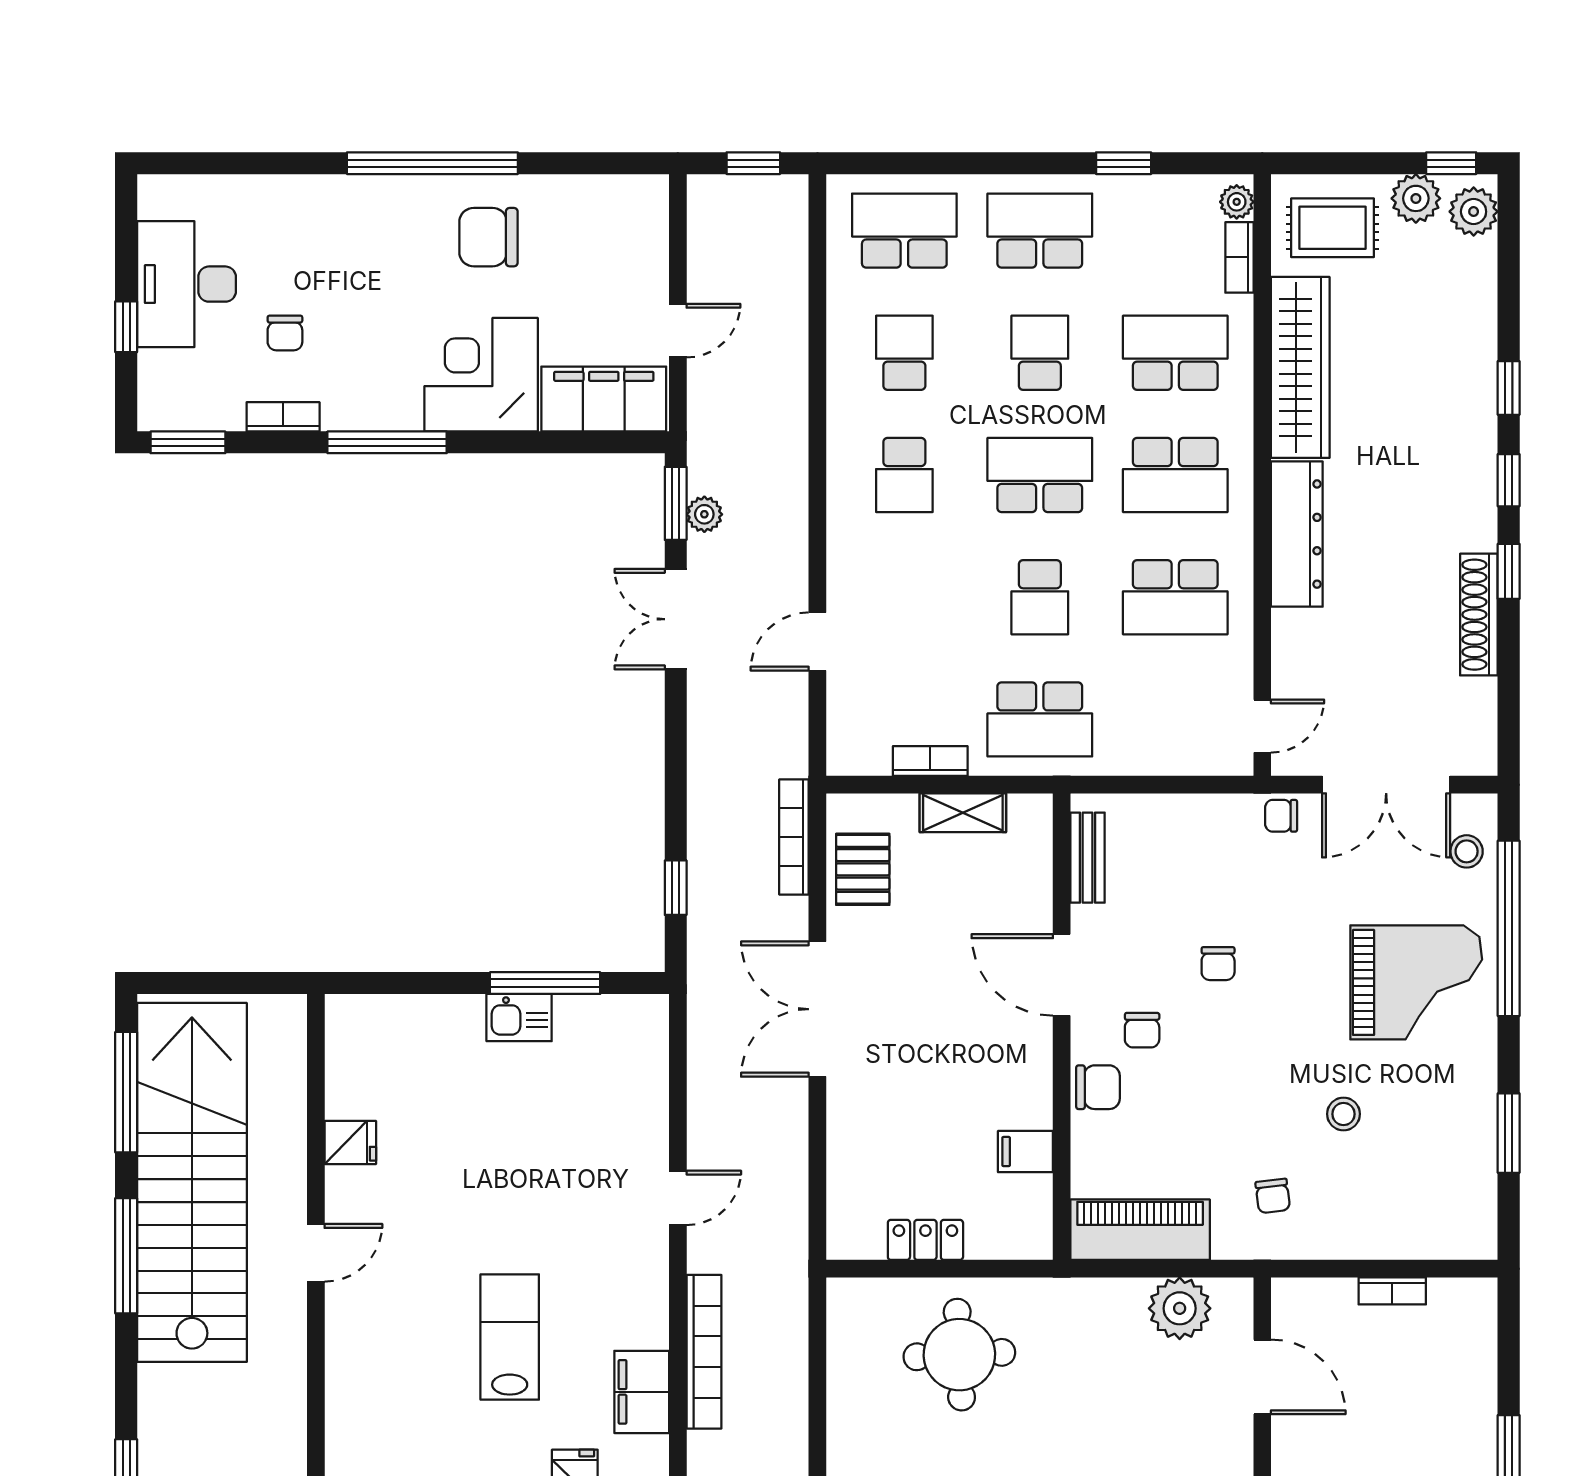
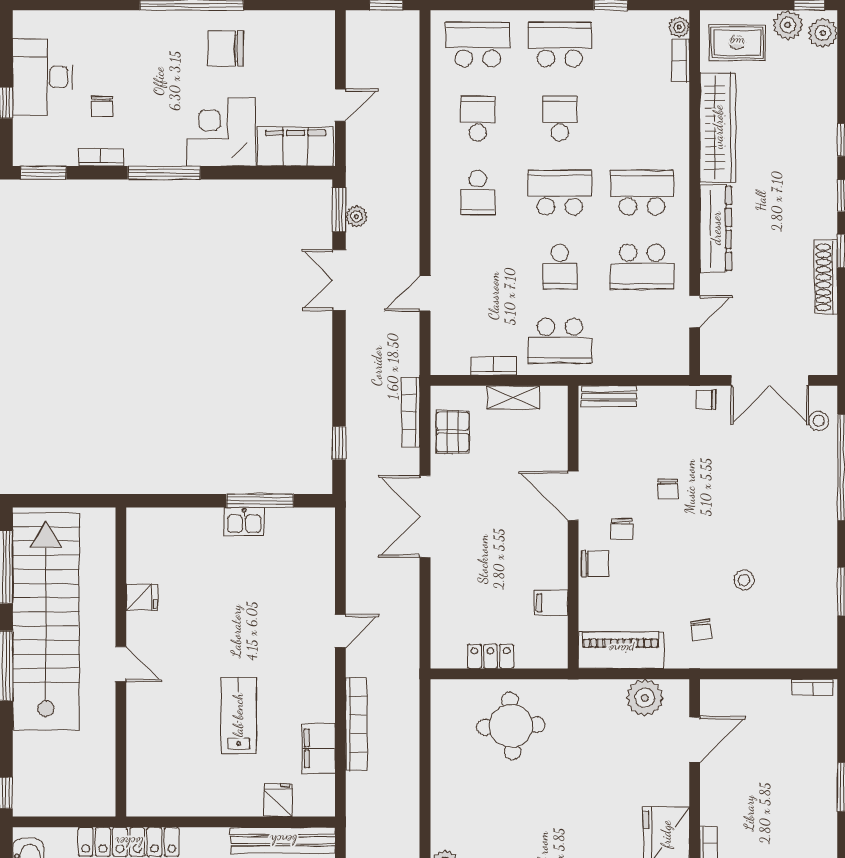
school desk: (1175, 353) -> (642, 119), removed
school desk: (1175, 475) -> (642, 193), turned 180
door: (1262, 726) -> (695, 312), moved
bench: (1088, 858) -> (609, 396), moved, turned 90
grand piano: (1416, 982) -> (788, 500), removed
door: (316, 1253) -> (121, 664), hinge flipped
bookcase: (1392, 1291) -> (813, 687), moved
door: (1262, 1377) -> (695, 739), hinge flipped

